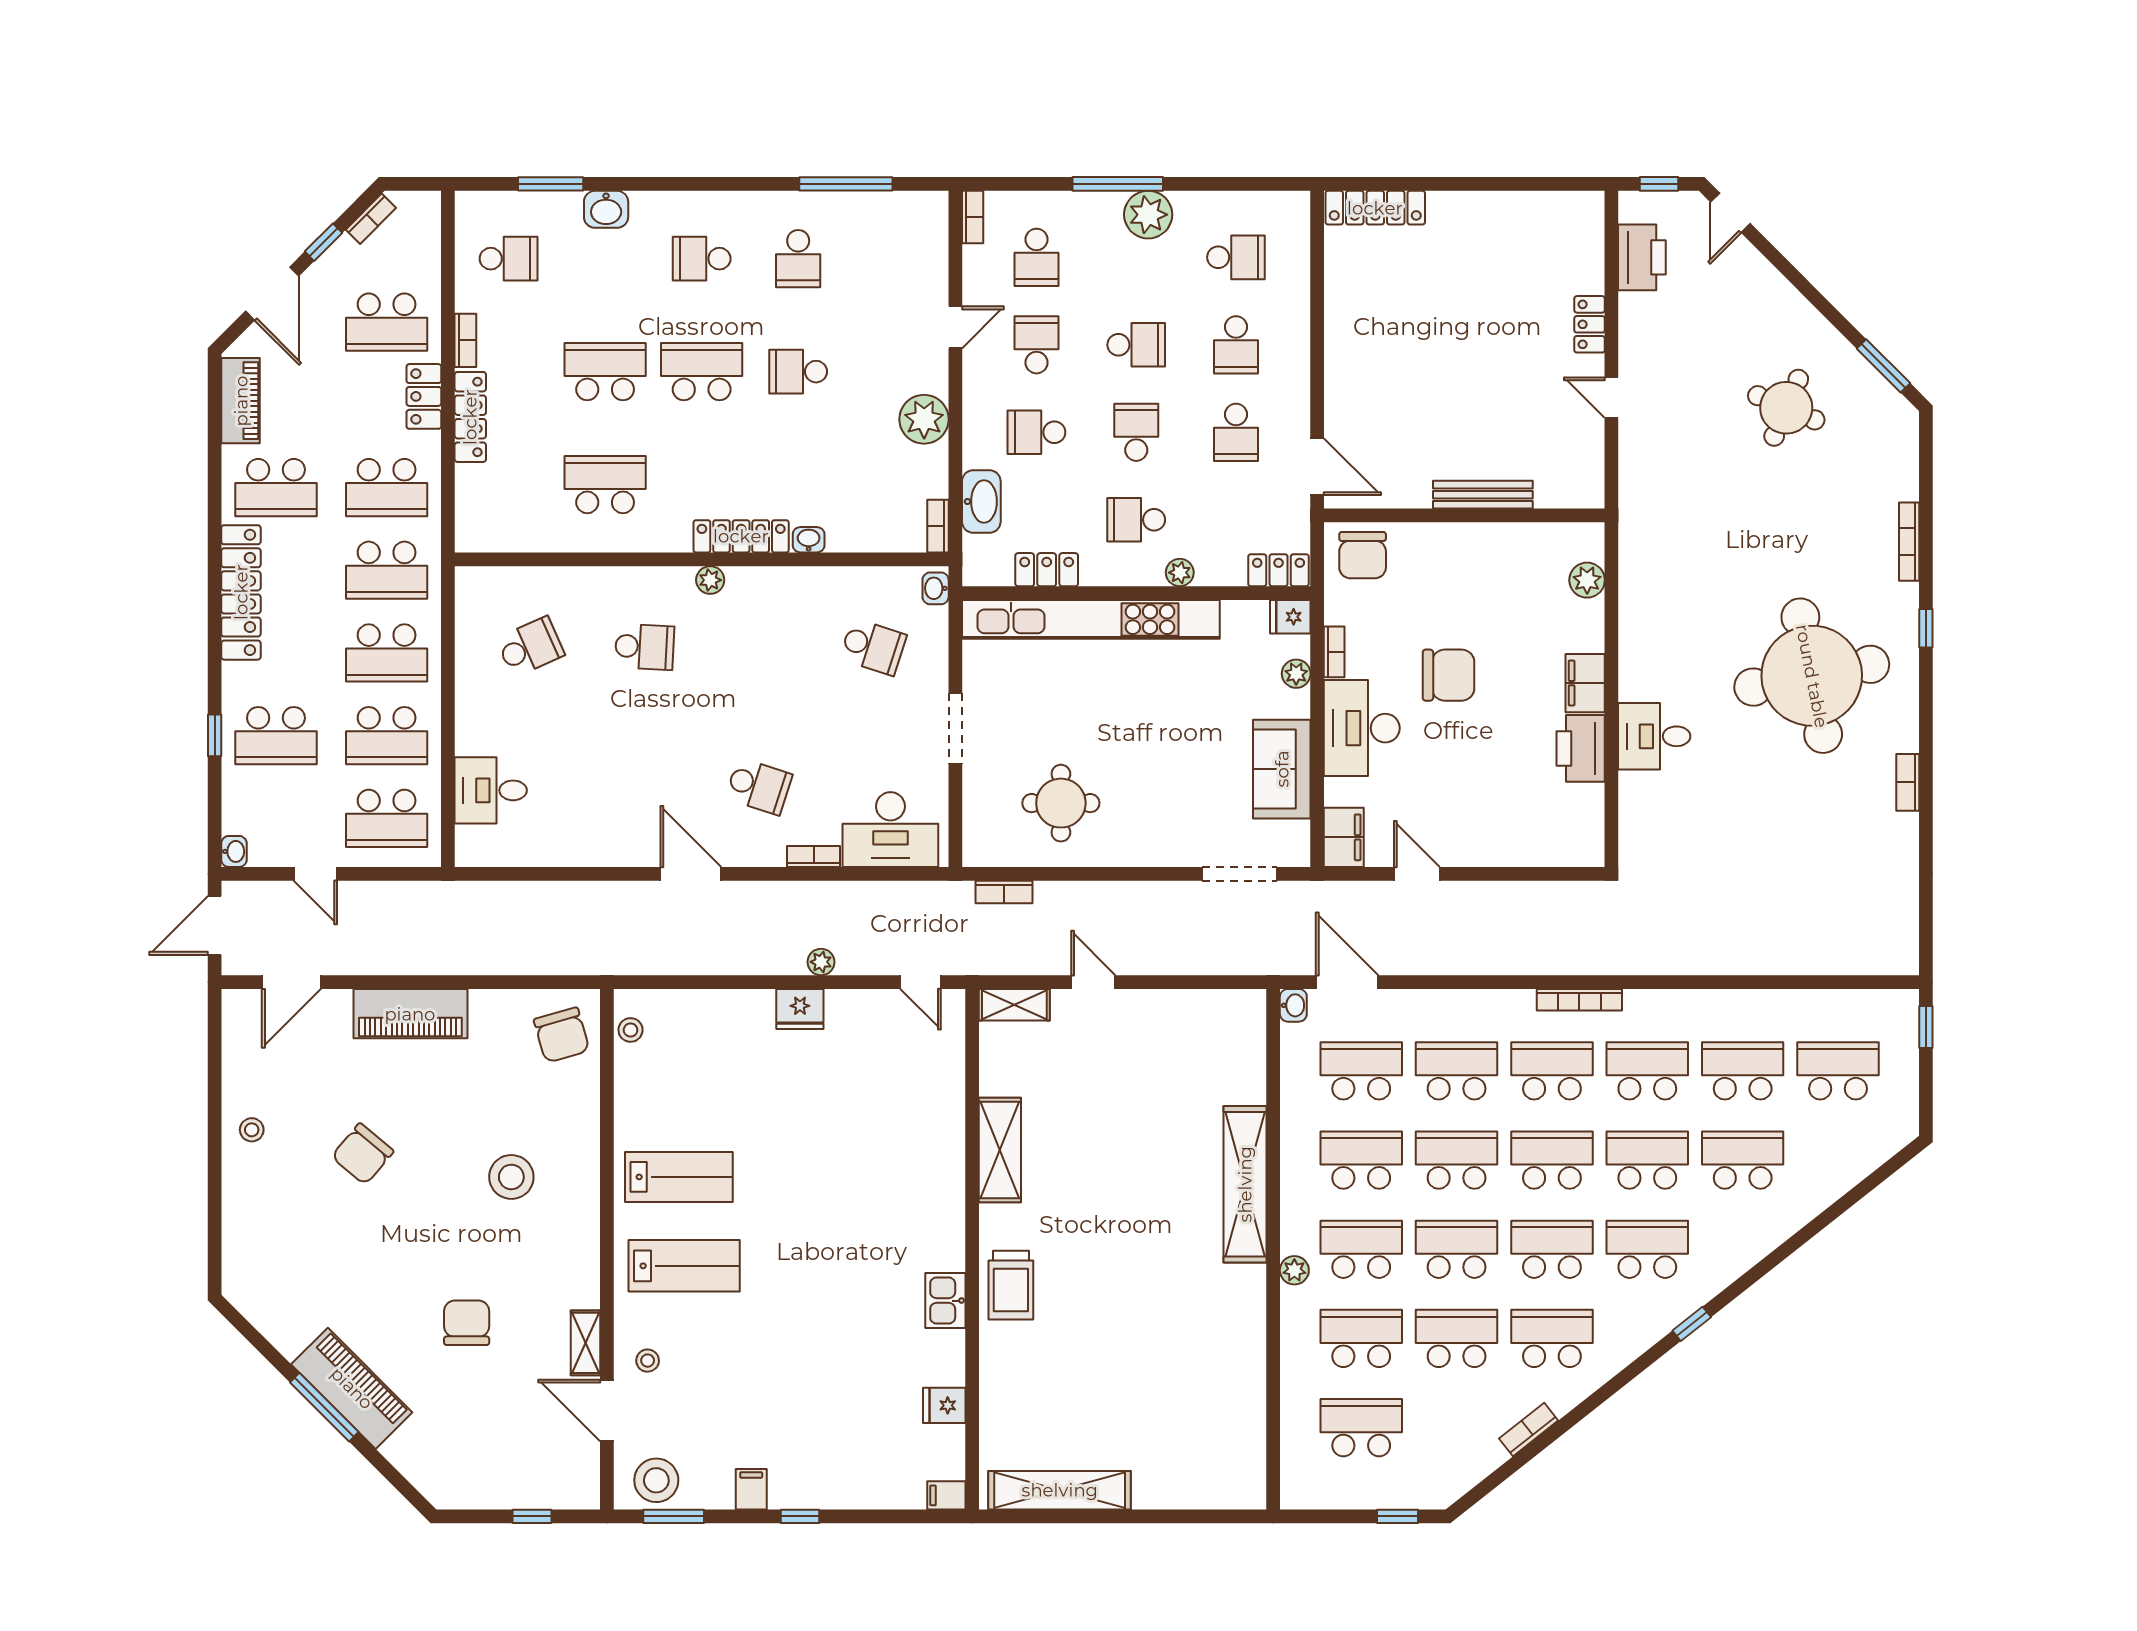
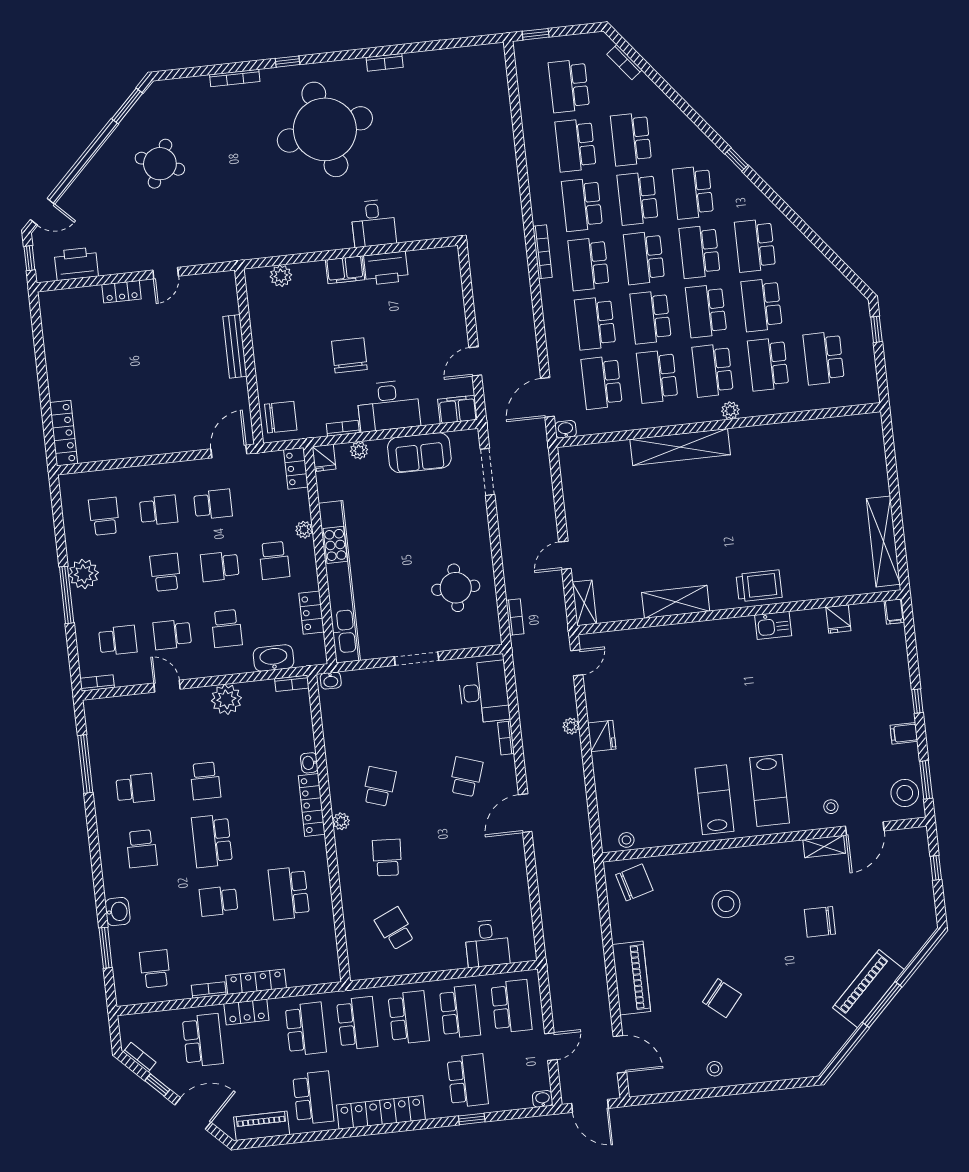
school desk: (605, 372) -> (219, 901), width x0.54
school desk: (873, 647) -> (379, 786), moved
lab bench: (684, 1266) -> (769, 790), turned 180
bookcase: (1529, 1429) -> (624, 62), moved

